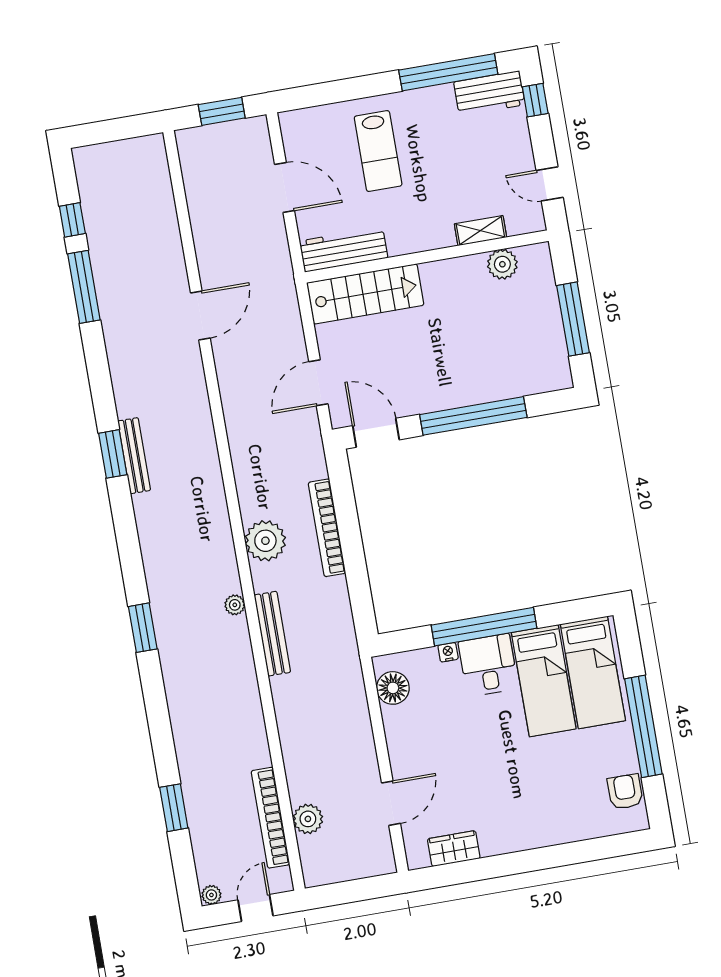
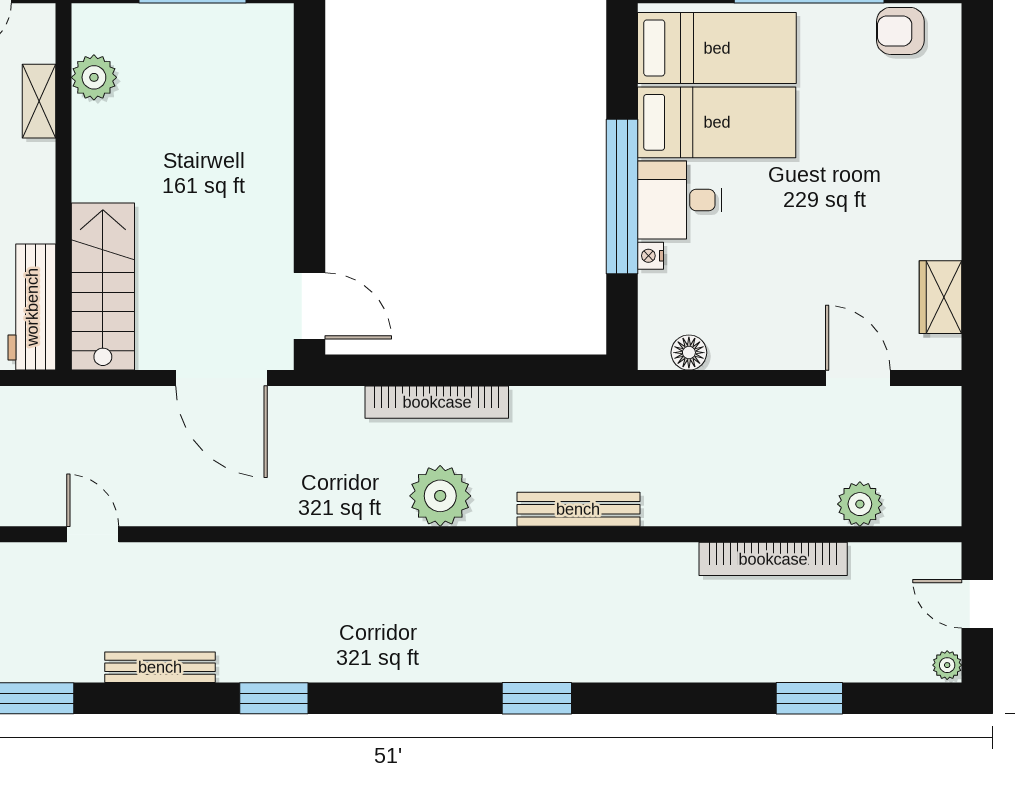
door: (200, 316) -> (93, 534), width x0.73
door: (318, 383) -> (221, 378), width x1.36
window: (473, 416) -> (310, 159), removed
door: (376, 433) -> (310, 306), swing flipped
bench: (134, 456) -> (160, 667), moved
plant: (235, 605) -> (527, 557), removed
floor lamp: (393, 688) -> (689, 353), width x0.73, depth x0.73
bookcase: (270, 818) -> (773, 559), moved

